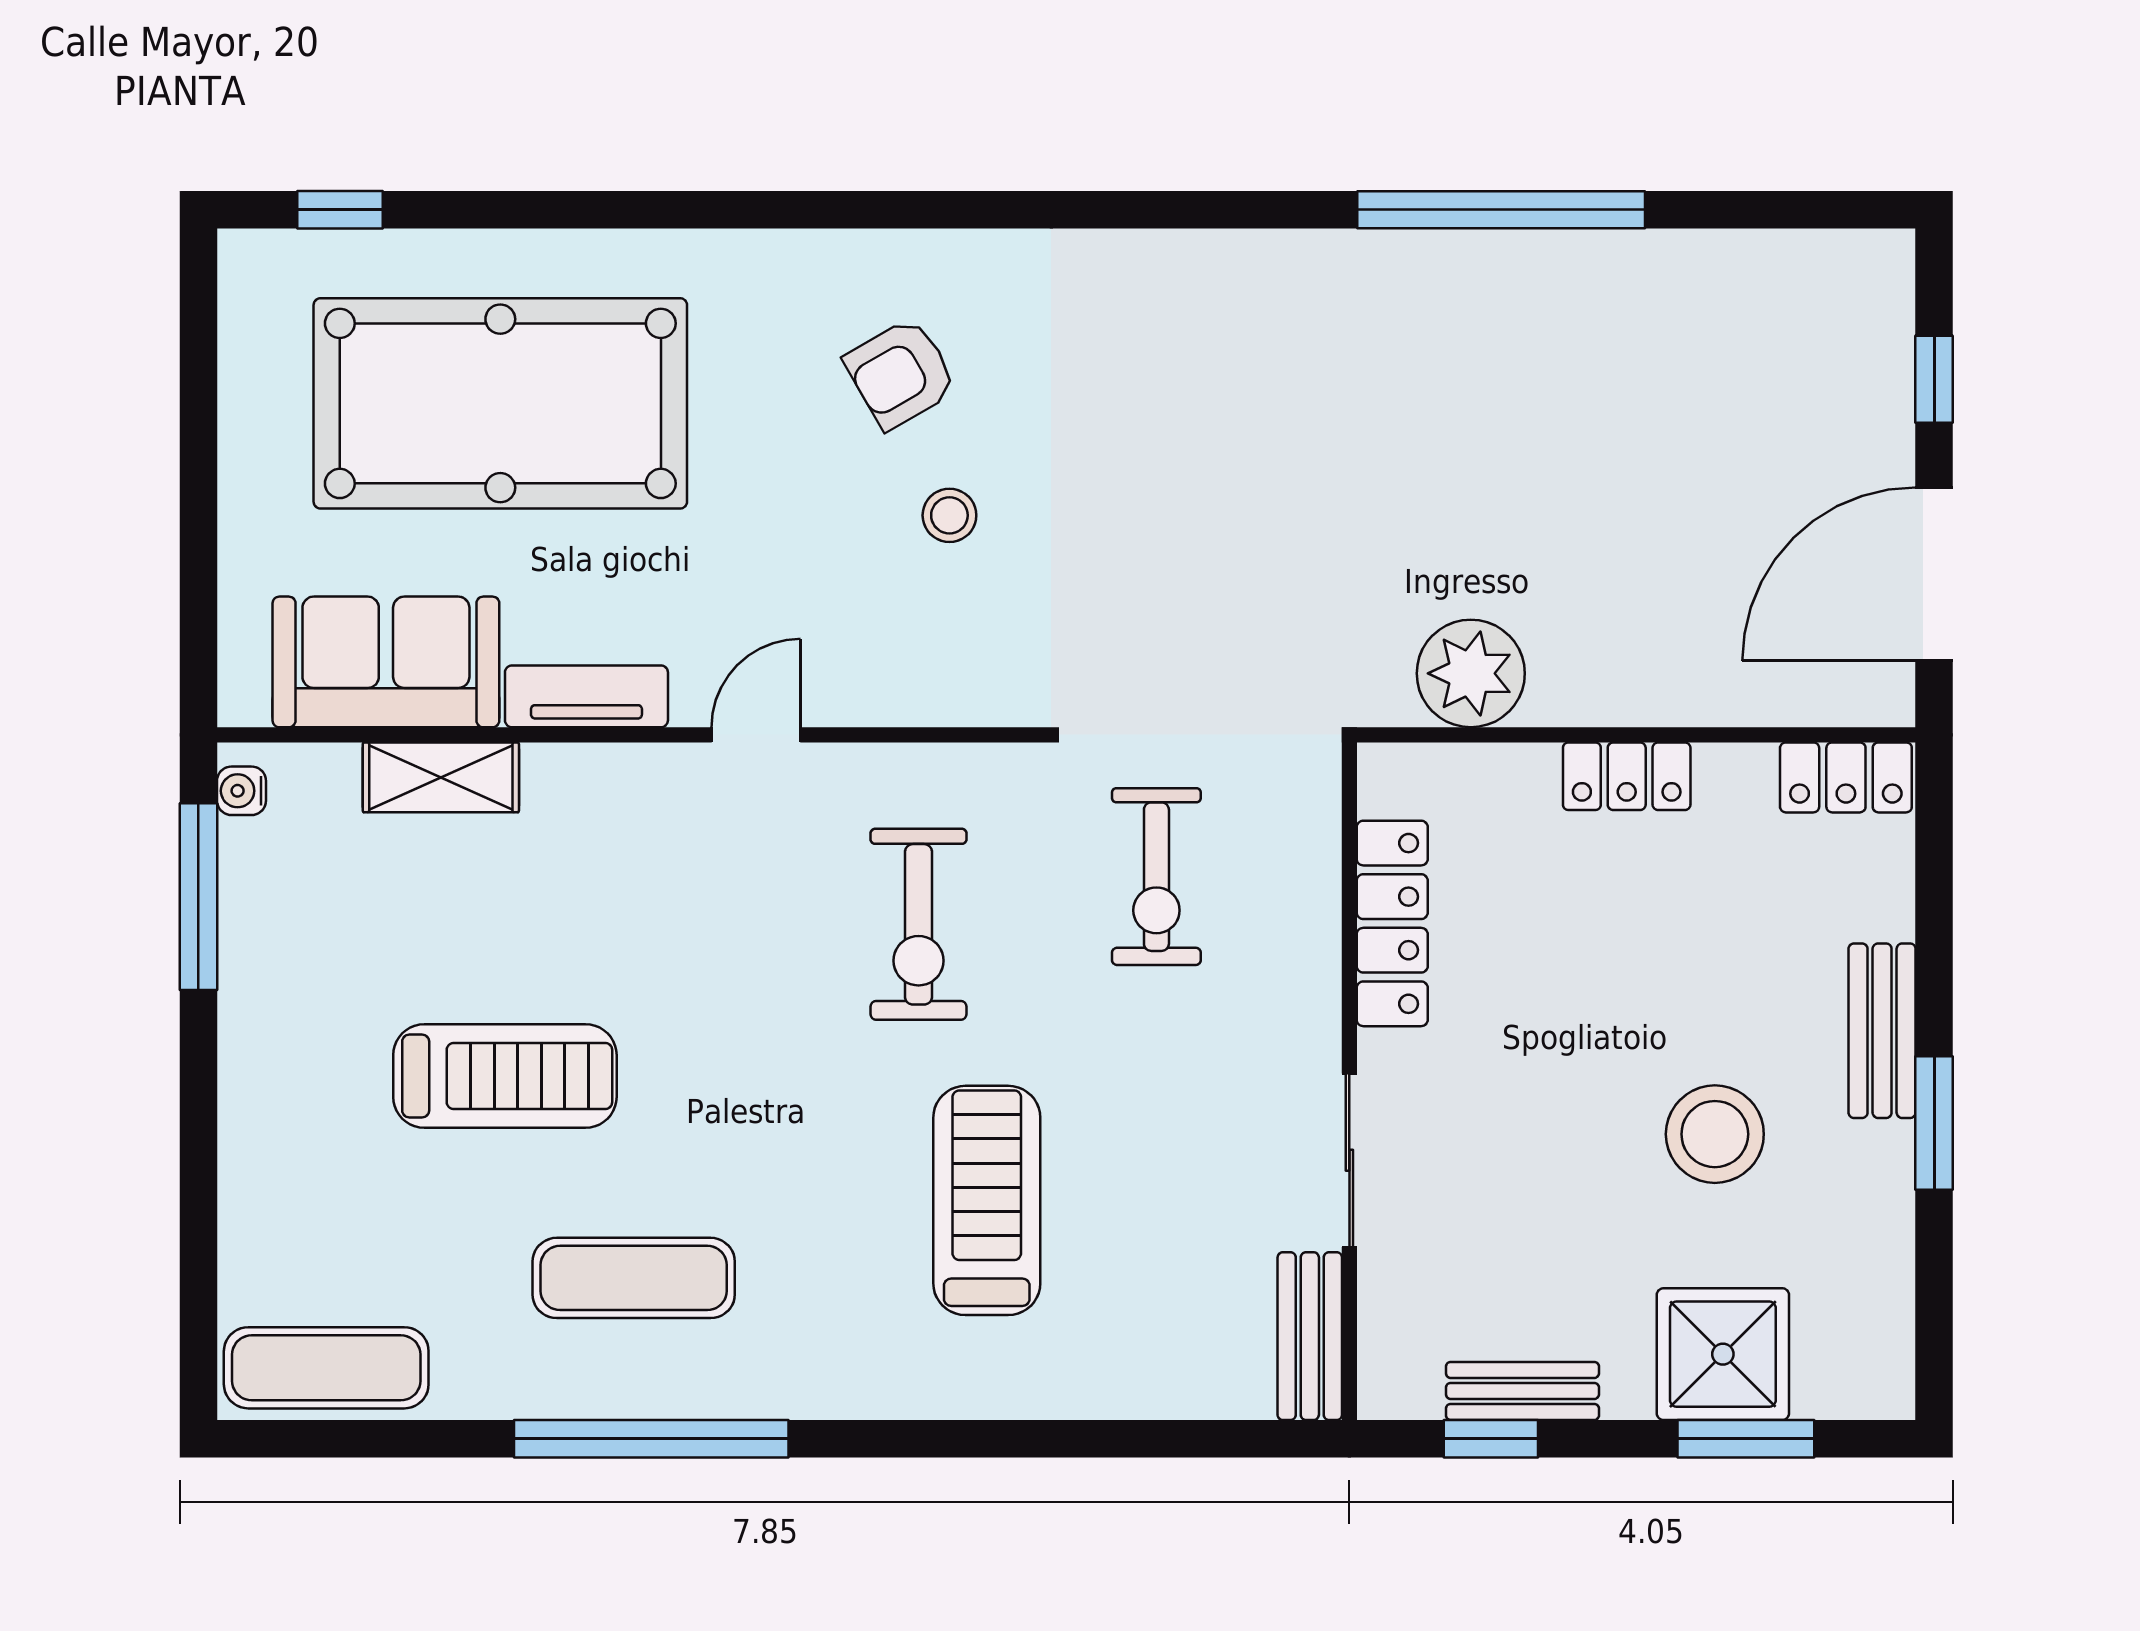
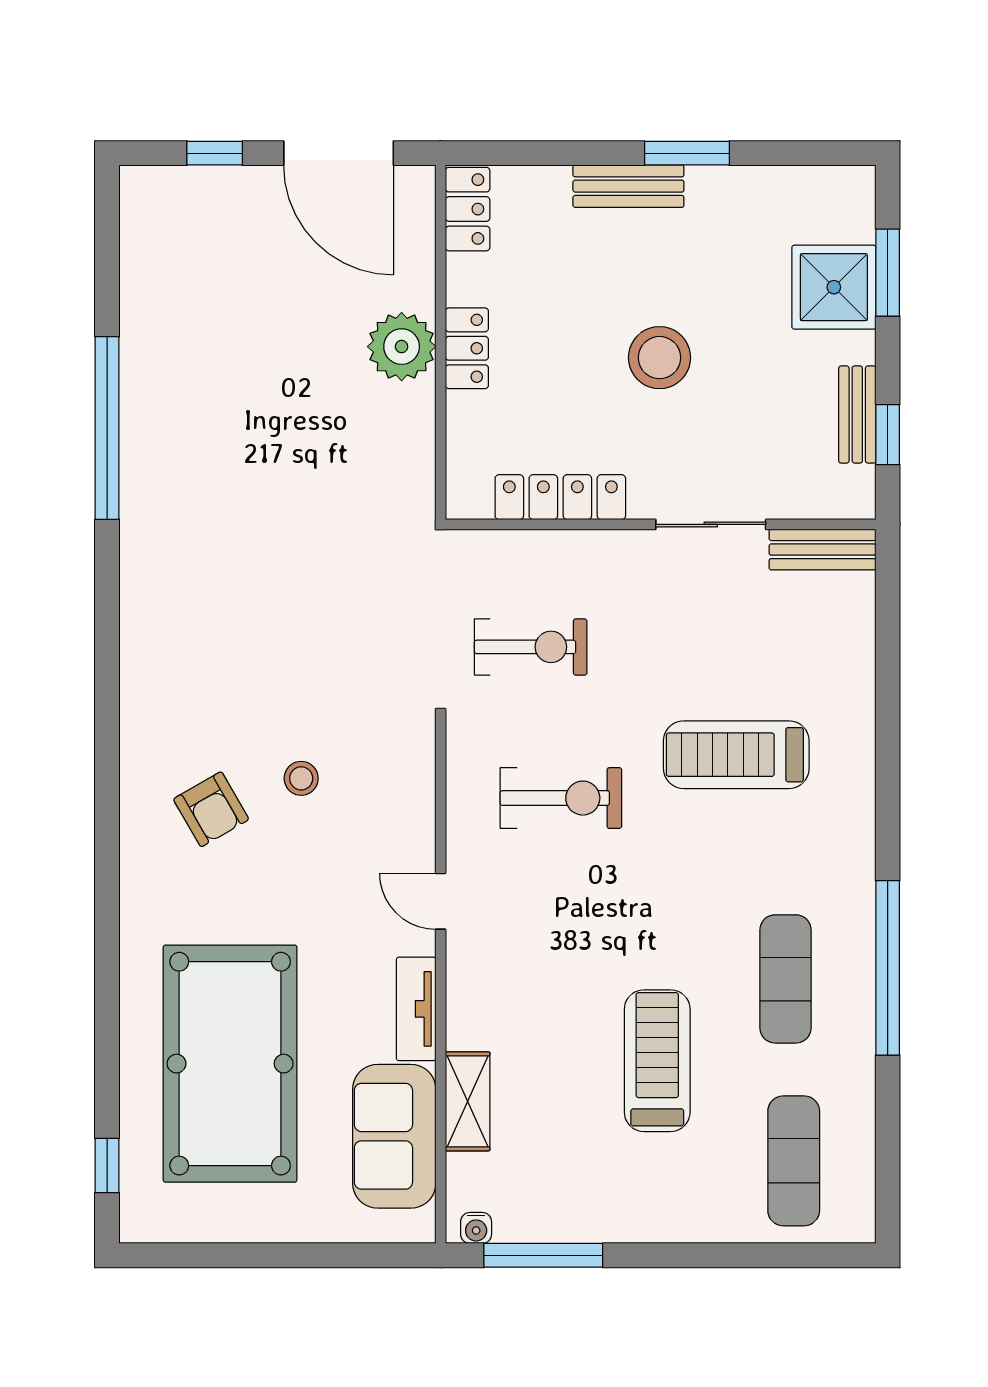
plant: (1471, 673) -> (402, 347), moved
stool: (1715, 1134) -> (659, 358), moved
exercise mat: (326, 1368) -> (794, 1161), moved

